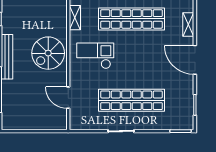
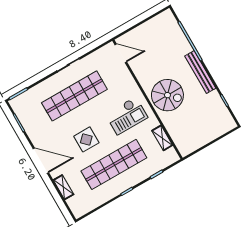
spiral stairs: (48, 53) -> (167, 95), turned 90
display table: (143, 55) -> (86, 139), added
door: (68, 98) -> (121, 53), moved

